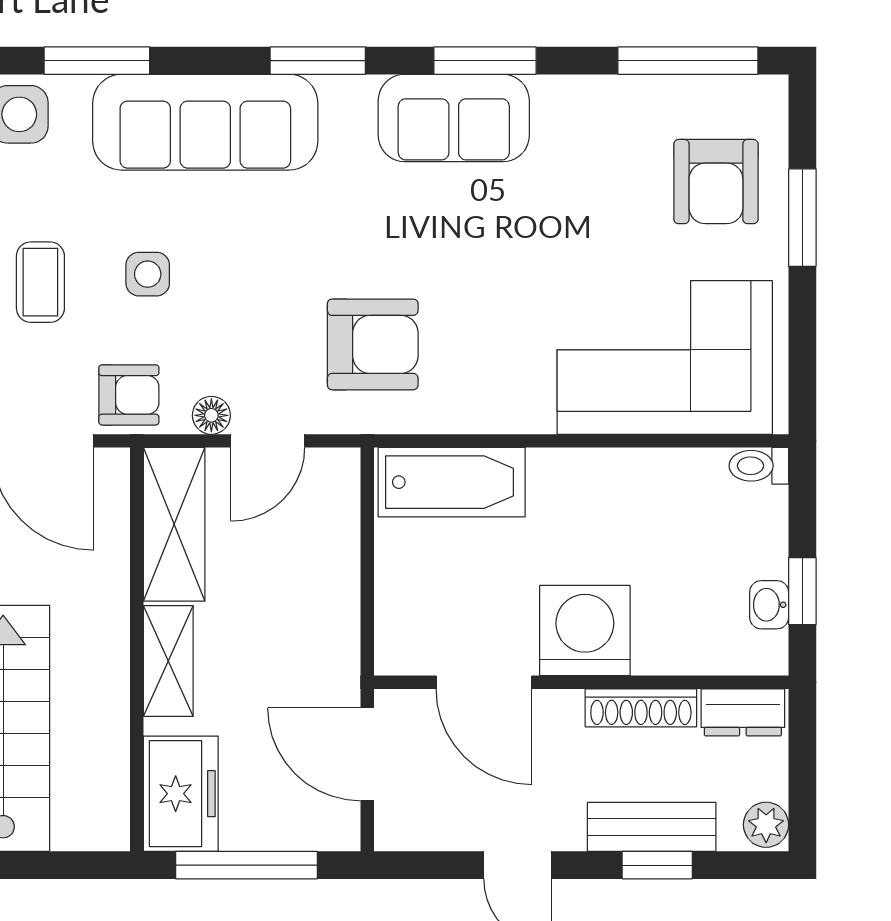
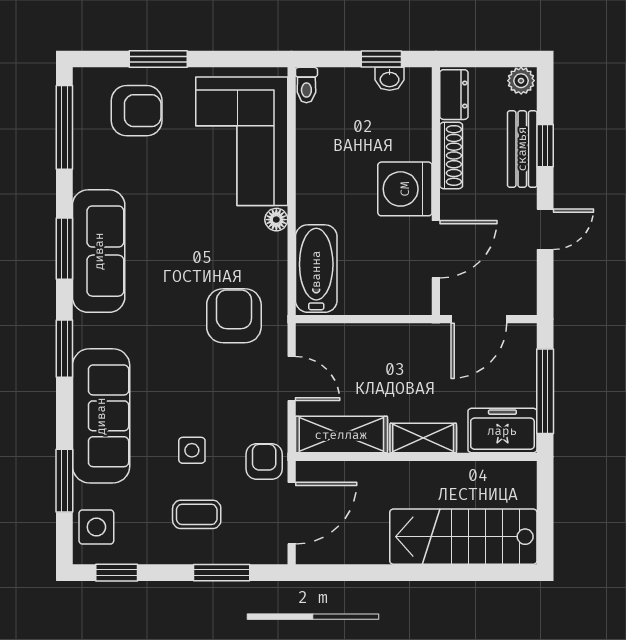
sofa: (454, 118) -> (99, 251), width x1.36
floor lamp: (211, 415) -> (276, 220), moved

